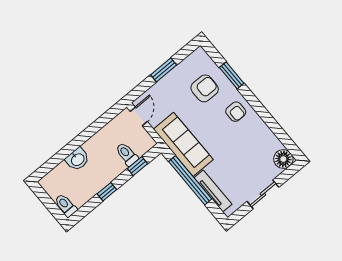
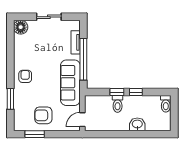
window: (164, 70) -> (35, 134), moved
armchair: (205, 88) -> (43, 115), moved
toilet: (127, 154) -> (118, 104), moved
window: (137, 166) -> (117, 92), moved
tv unit: (213, 191) -> (76, 42), width x0.71

